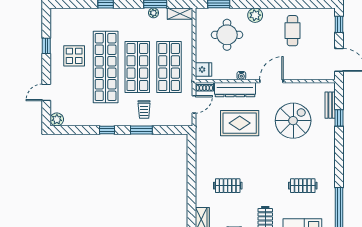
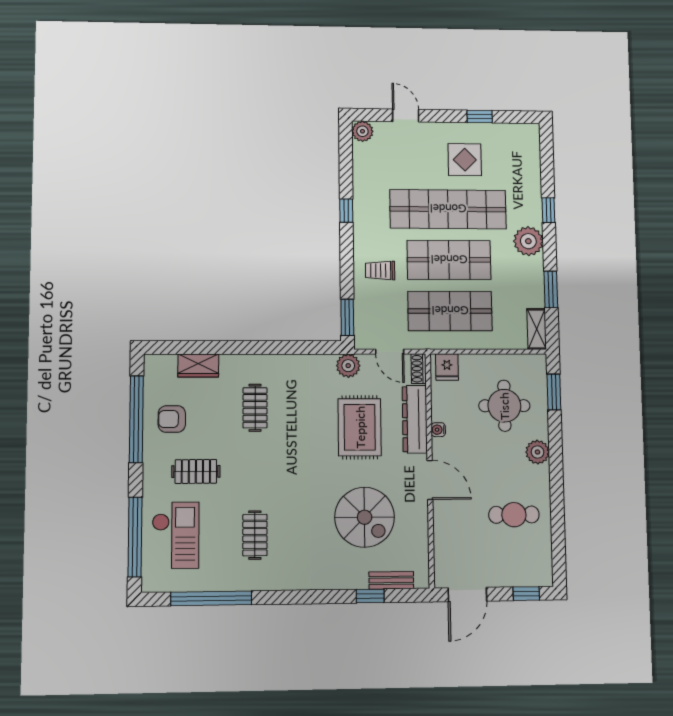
plant: (154, 13) -> (528, 241), moved, width x1.88, depth x1.88
window: (141, 130) -> (347, 317), moved
plant: (202, 130) -> (348, 366), added

